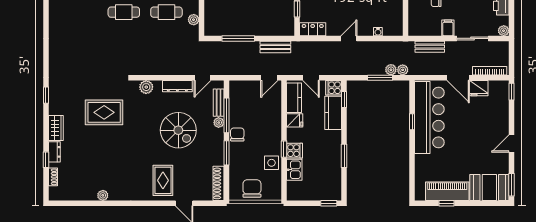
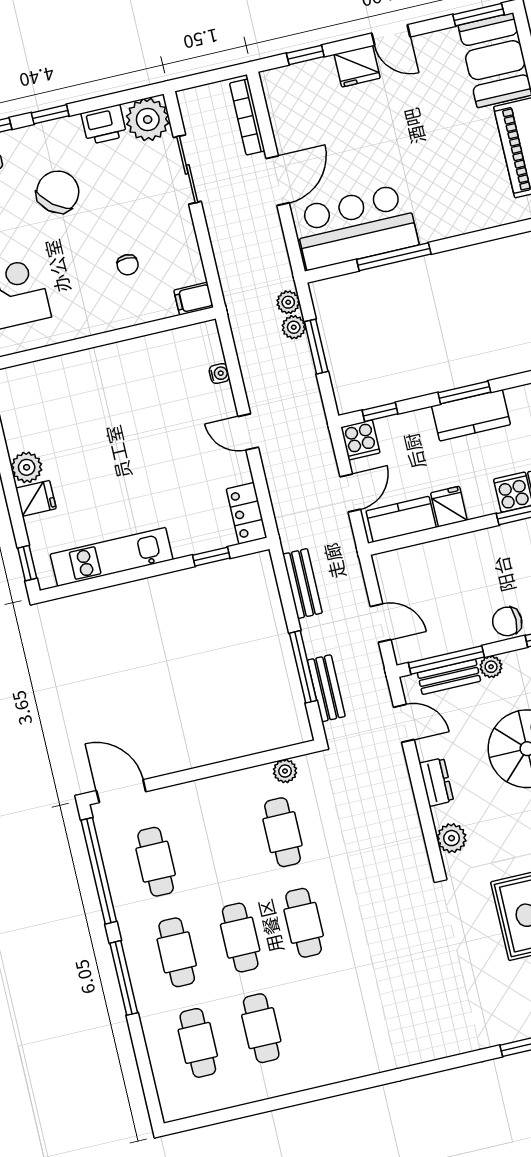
filing cabinet: (448, 28) -> (194, 299), moved
plant: (504, 31) -> (148, 120), width x1.88, depth x1.88
bench: (430, 47) -> (326, 688), moved
door: (269, 78) -> (381, 623), moved
dresser: (177, 86) -> (436, 782), width x0.70
fridge: (479, 88) -> (357, 66), moved, turned 90
window: (511, 92) -> (305, 55), moved
kitchen counter: (333, 113) -> (471, 415), moved
window: (226, 115) -> (446, 660), moved
bar counter: (429, 118) -> (356, 227), width x0.73
window: (412, 122) -> (394, 257), width x2.17
window: (344, 156) -> (464, 392), moved

